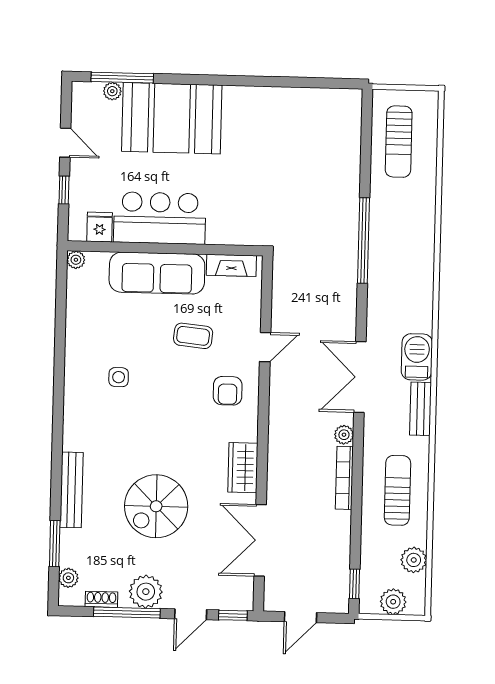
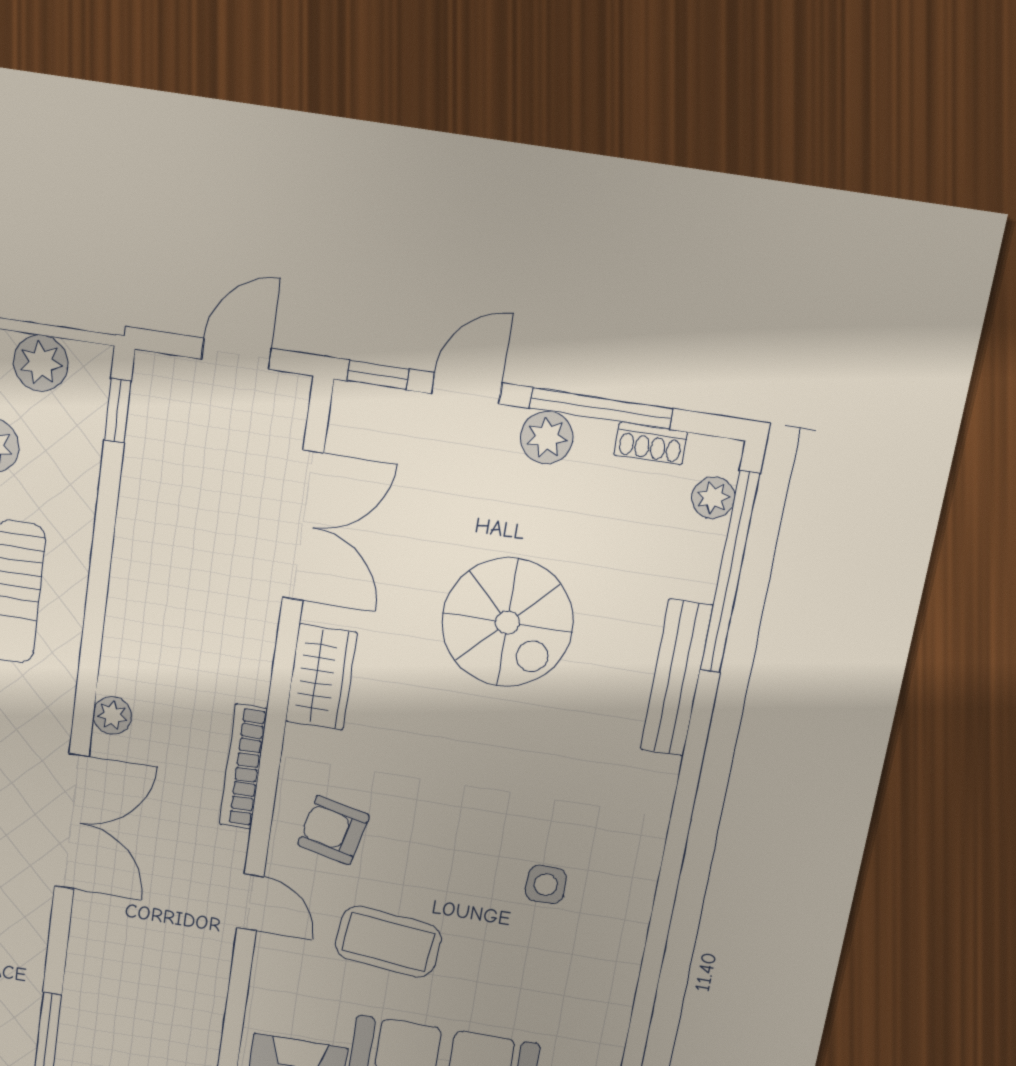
coffee table: (193, 336) -> (388, 942), width x1.36, depth x1.30
door: (265, 347) -> (250, 902), swing flipped
armchair: (228, 391) -> (334, 830), turned -77
bookcase: (344, 478) -> (243, 767), moved, turned 180
spiral stairs: (156, 506) -> (507, 622), turned 90
window: (55, 544) -> (730, 573), width x2.11
plant: (146, 592) -> (547, 437), width x0.73, depth x0.73

